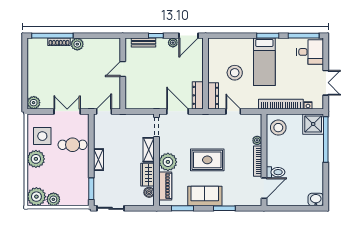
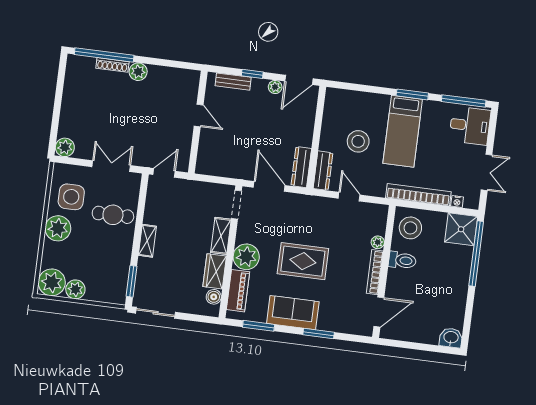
door: (123, 69) -> (199, 115), swing flipped
toilet: (276, 172) -> (402, 260), moved

